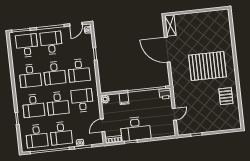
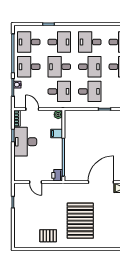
desk: (79, 70) -> (90, 91), turned 180
desk: (55, 73) -> (90, 67), turned 180
desk: (33, 106) -> (59, 42), turned 180

